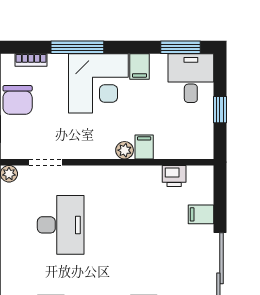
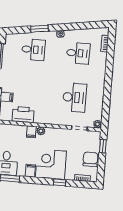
window: (77, 47) -> (60, 182), width x0.46
printer: (174, 176) -> (23, 115), width x1.87, depth x1.48
desk: (61, 225) -> (75, 97), turned 180

